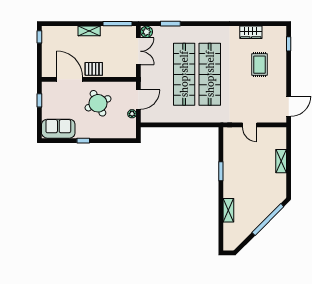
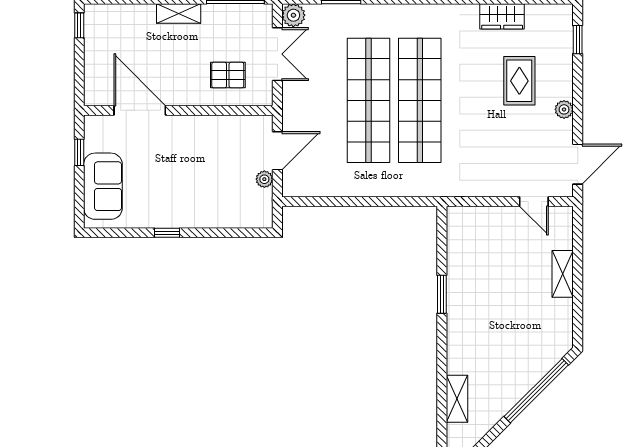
pallet: (94, 69) -> (228, 75), moved
plant: (282, 79) -> (564, 109), added
round table: (98, 103) -> (196, 158), removed
door: (250, 125) -> (534, 202), moved
sofa: (58, 129) -> (103, 186), moved, turned 90
shelving: (228, 210) -> (457, 399), moved

